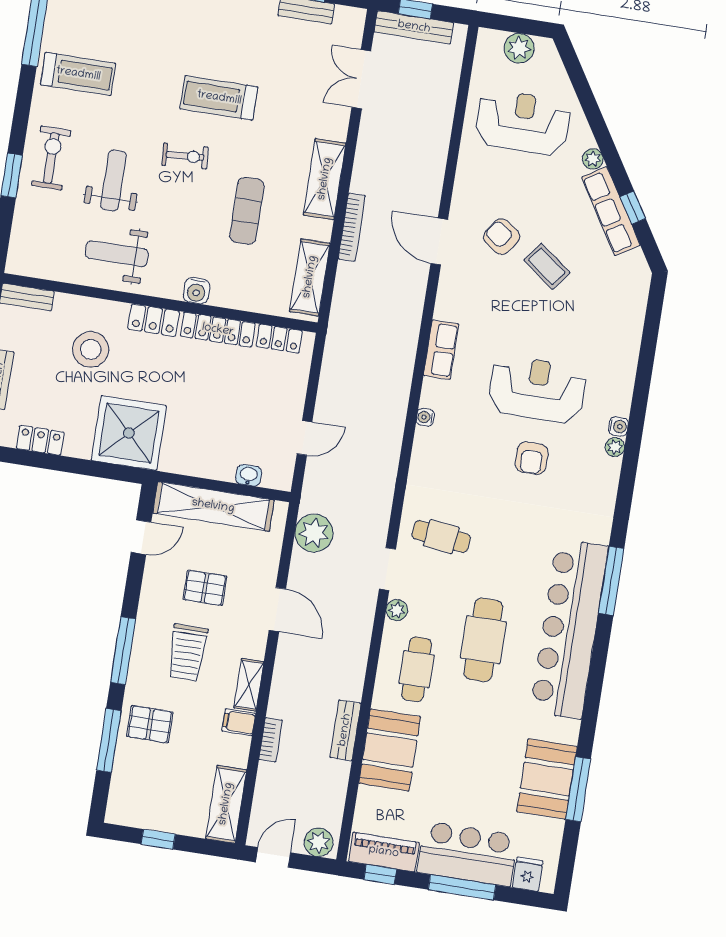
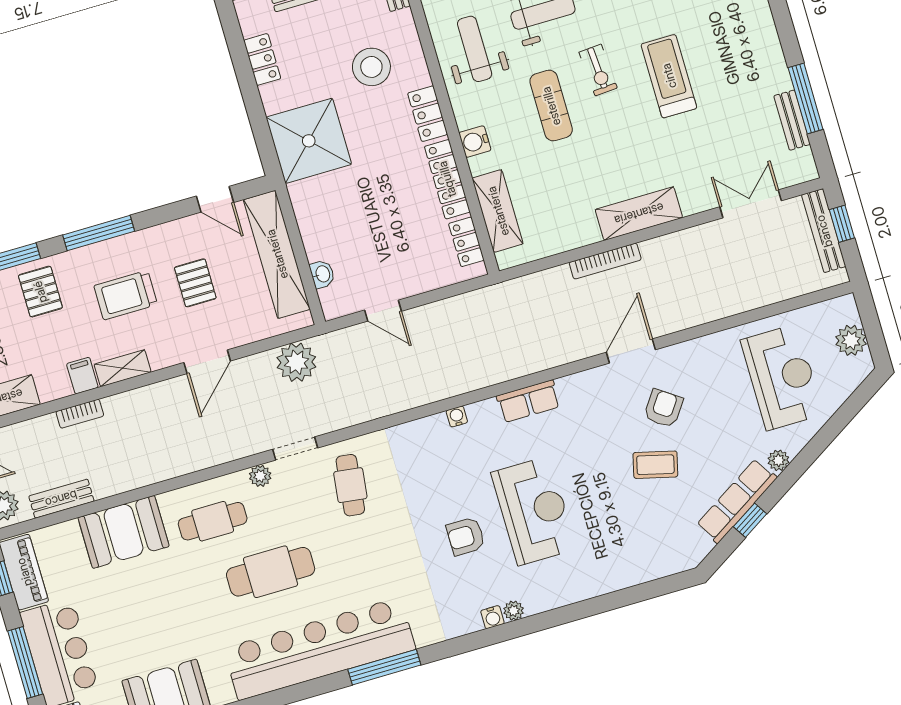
exercise mat: (247, 211) -> (551, 106), moved, turned 90
coffee table: (547, 266) -> (655, 465), turned 67
shelving: (310, 277) -> (498, 211), moved, turned 90
water cooler: (618, 426) -> (492, 617), moved
bench: (345, 730) -> (61, 499), moved

